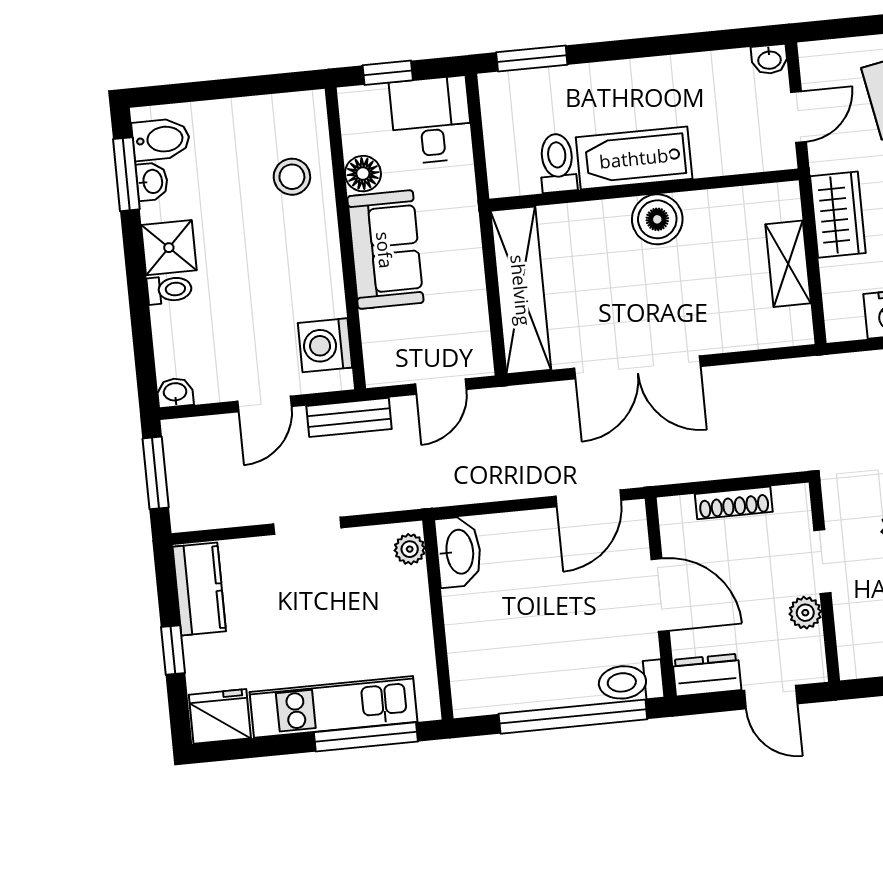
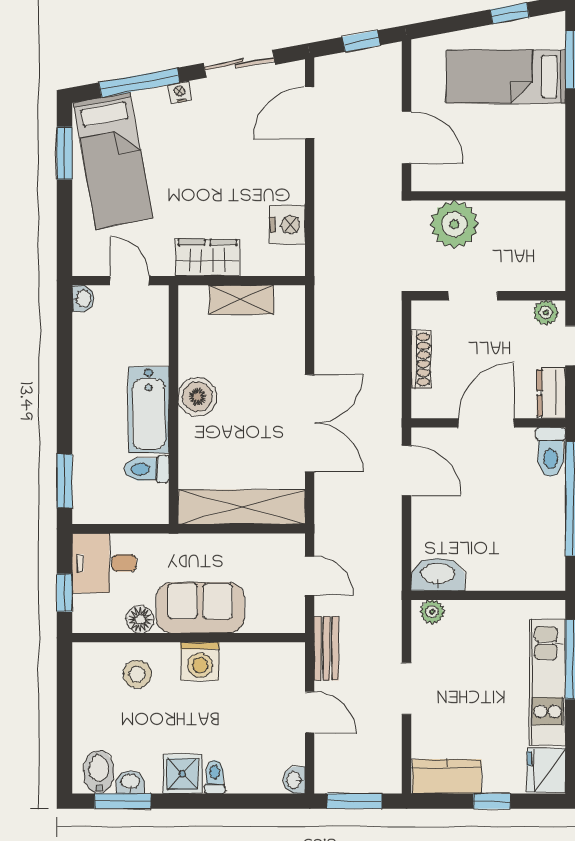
washing machine: (325, 345) -> (200, 661), moved
plant: (805, 613) -> (546, 313), moved

